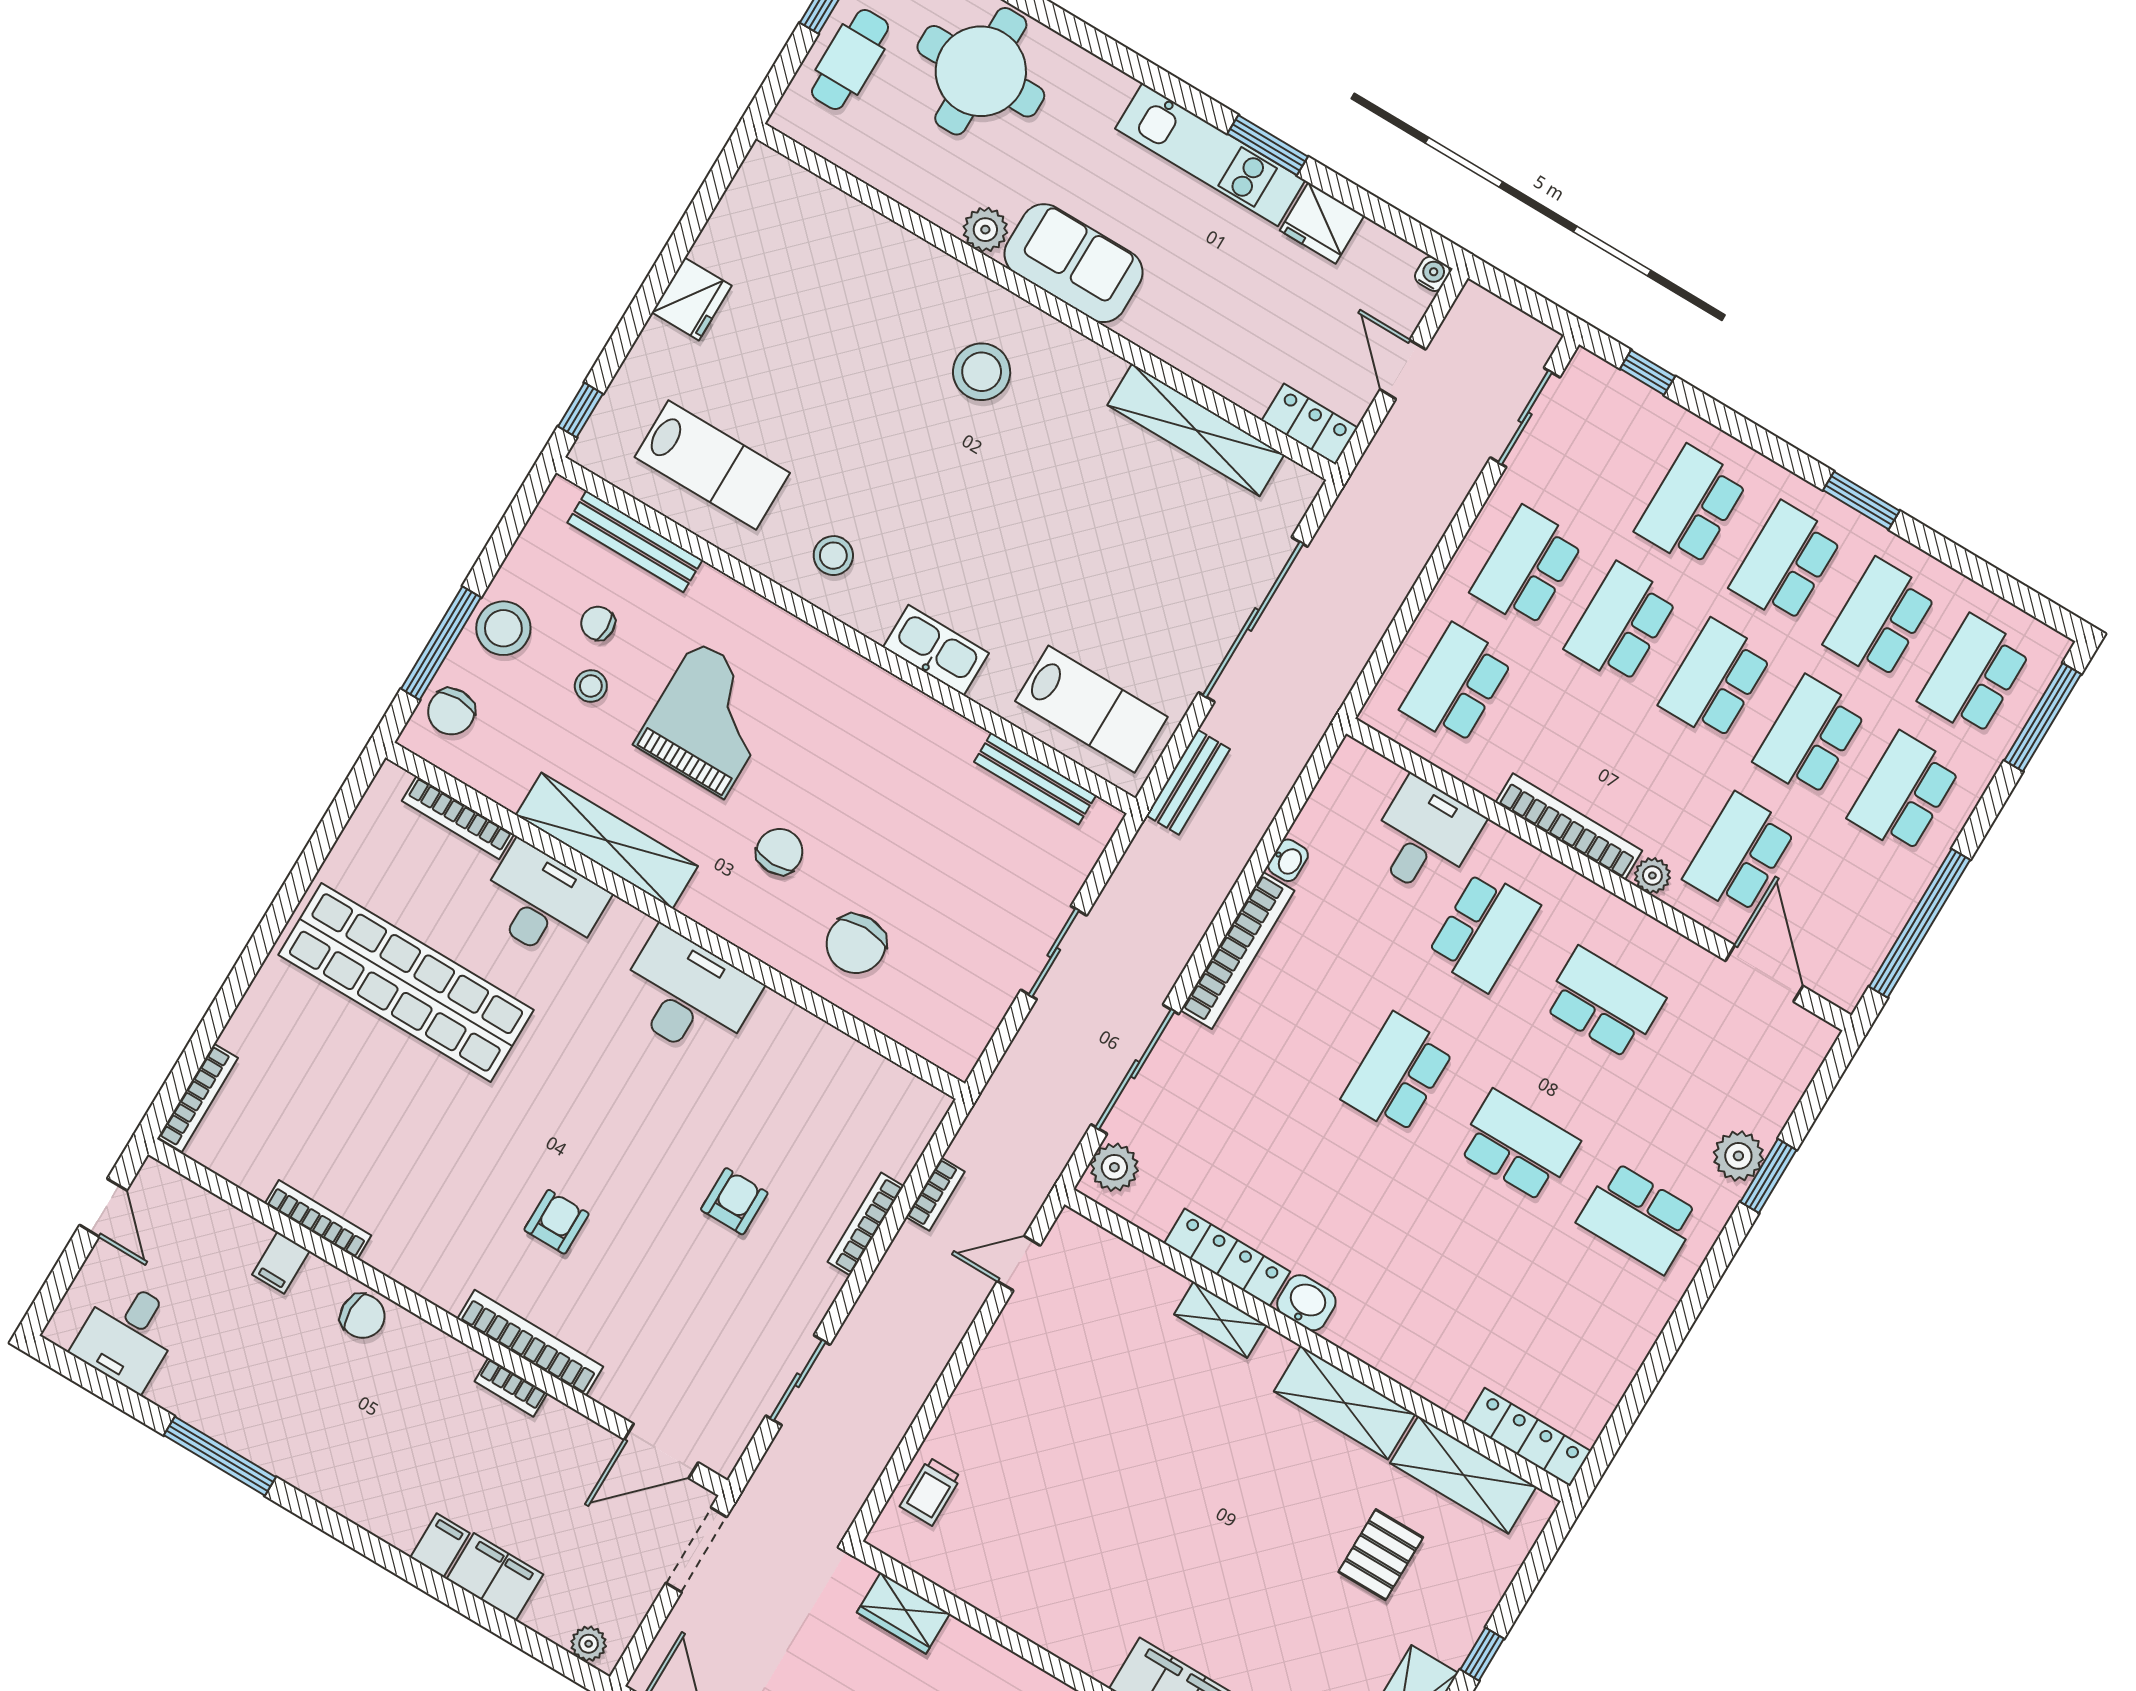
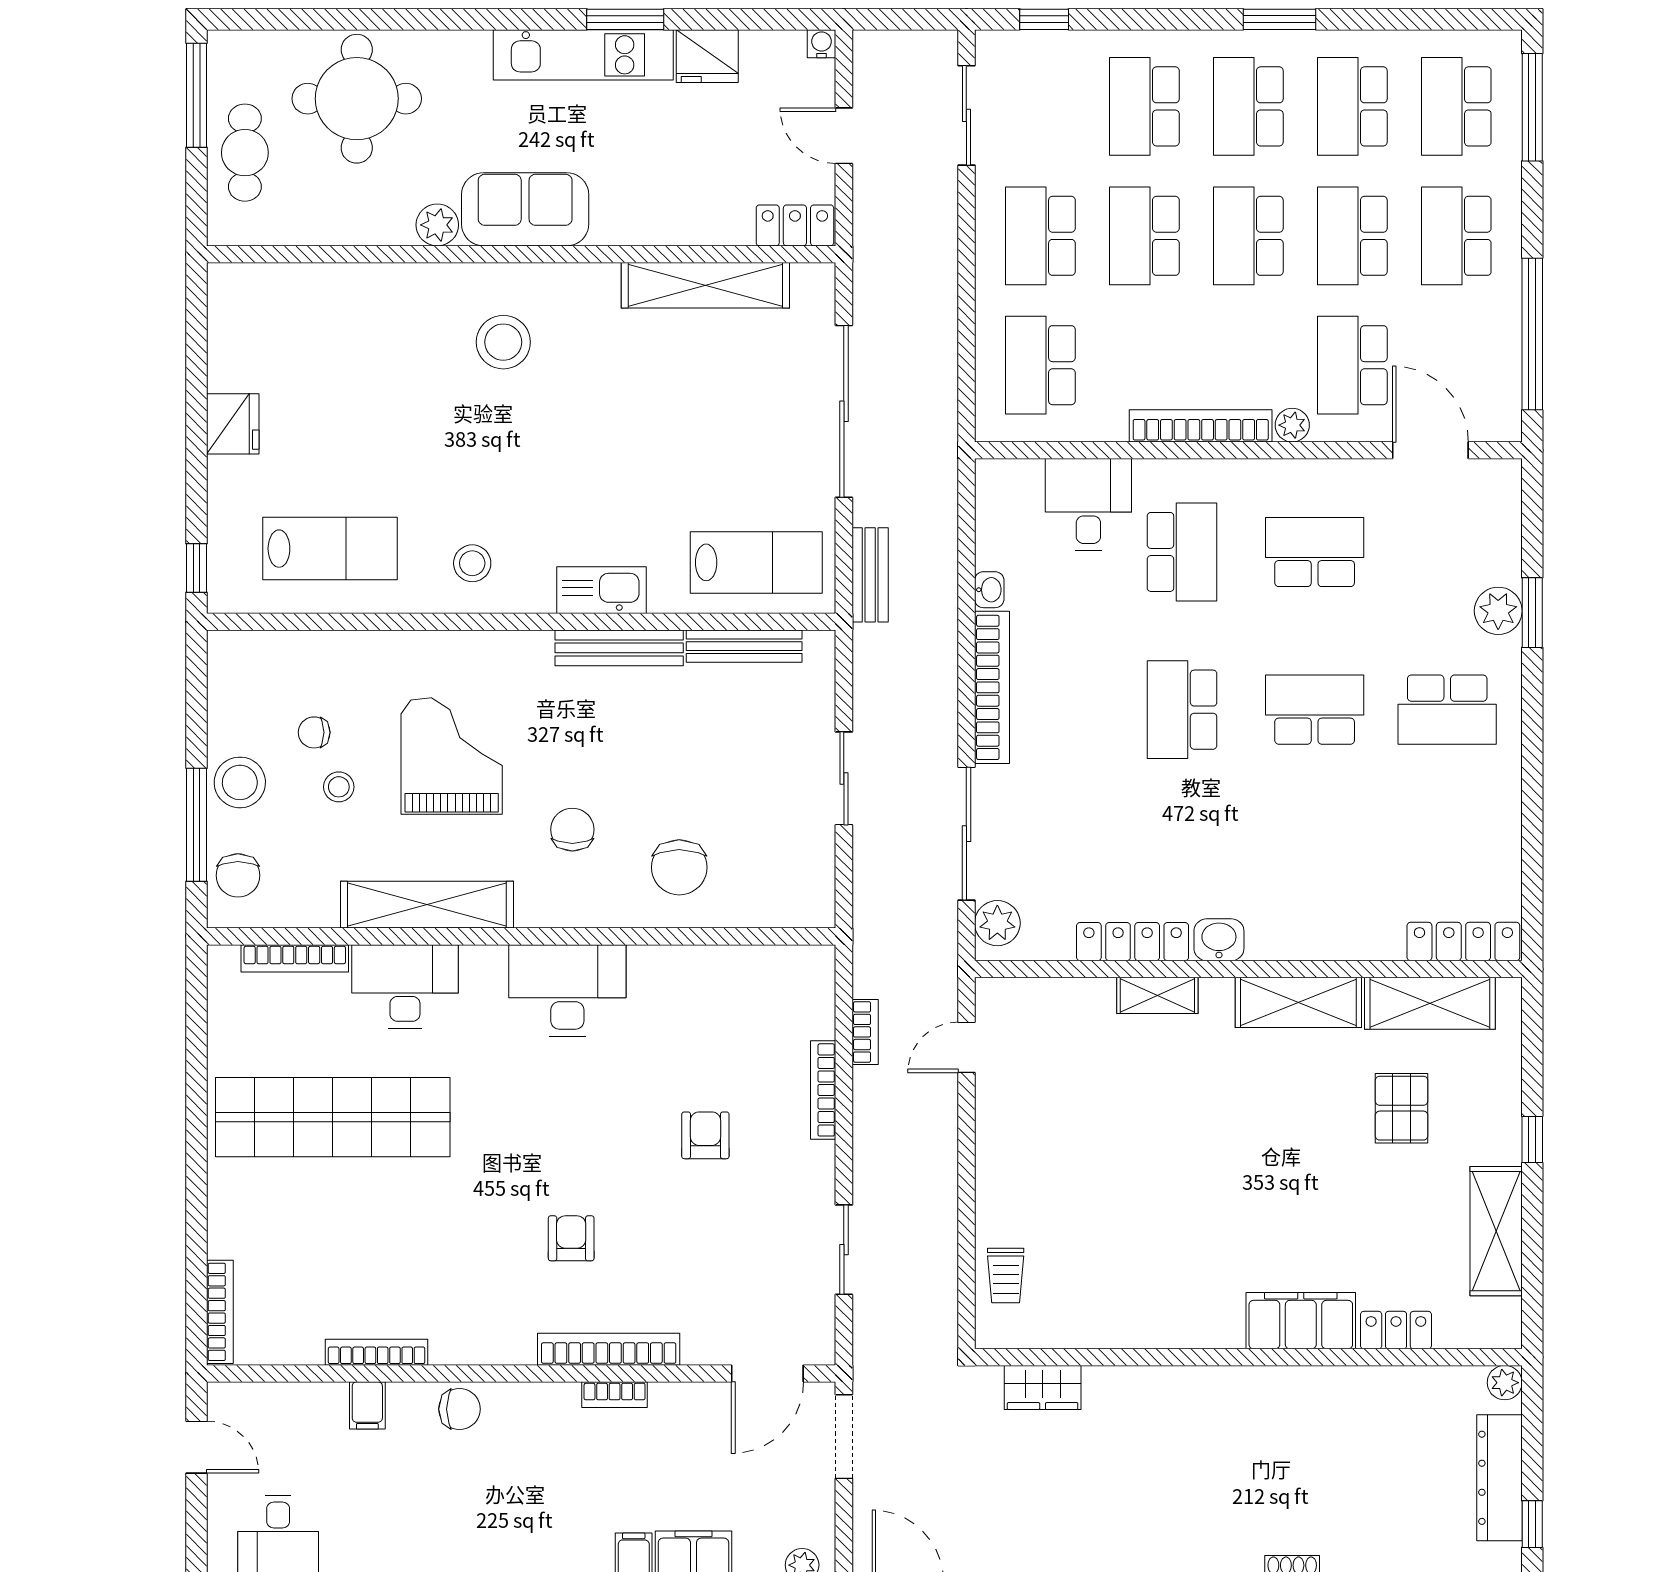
bench: (635, 541) -> (619, 648), moved

